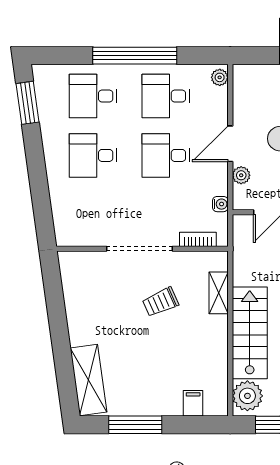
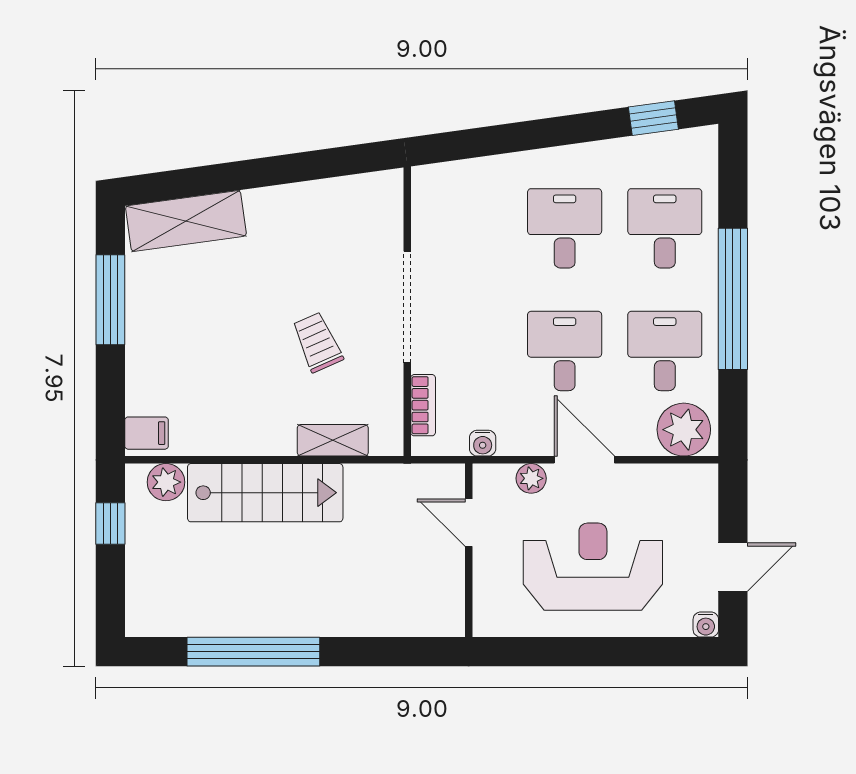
plant: (220, 77) -> (684, 430), width x1.87, depth x1.87
window: (28, 103) -> (653, 118), width x0.67
plant: (247, 396) -> (166, 482), width x0.73, depth x0.73
filing cabinet: (193, 403) -> (147, 433), moved

